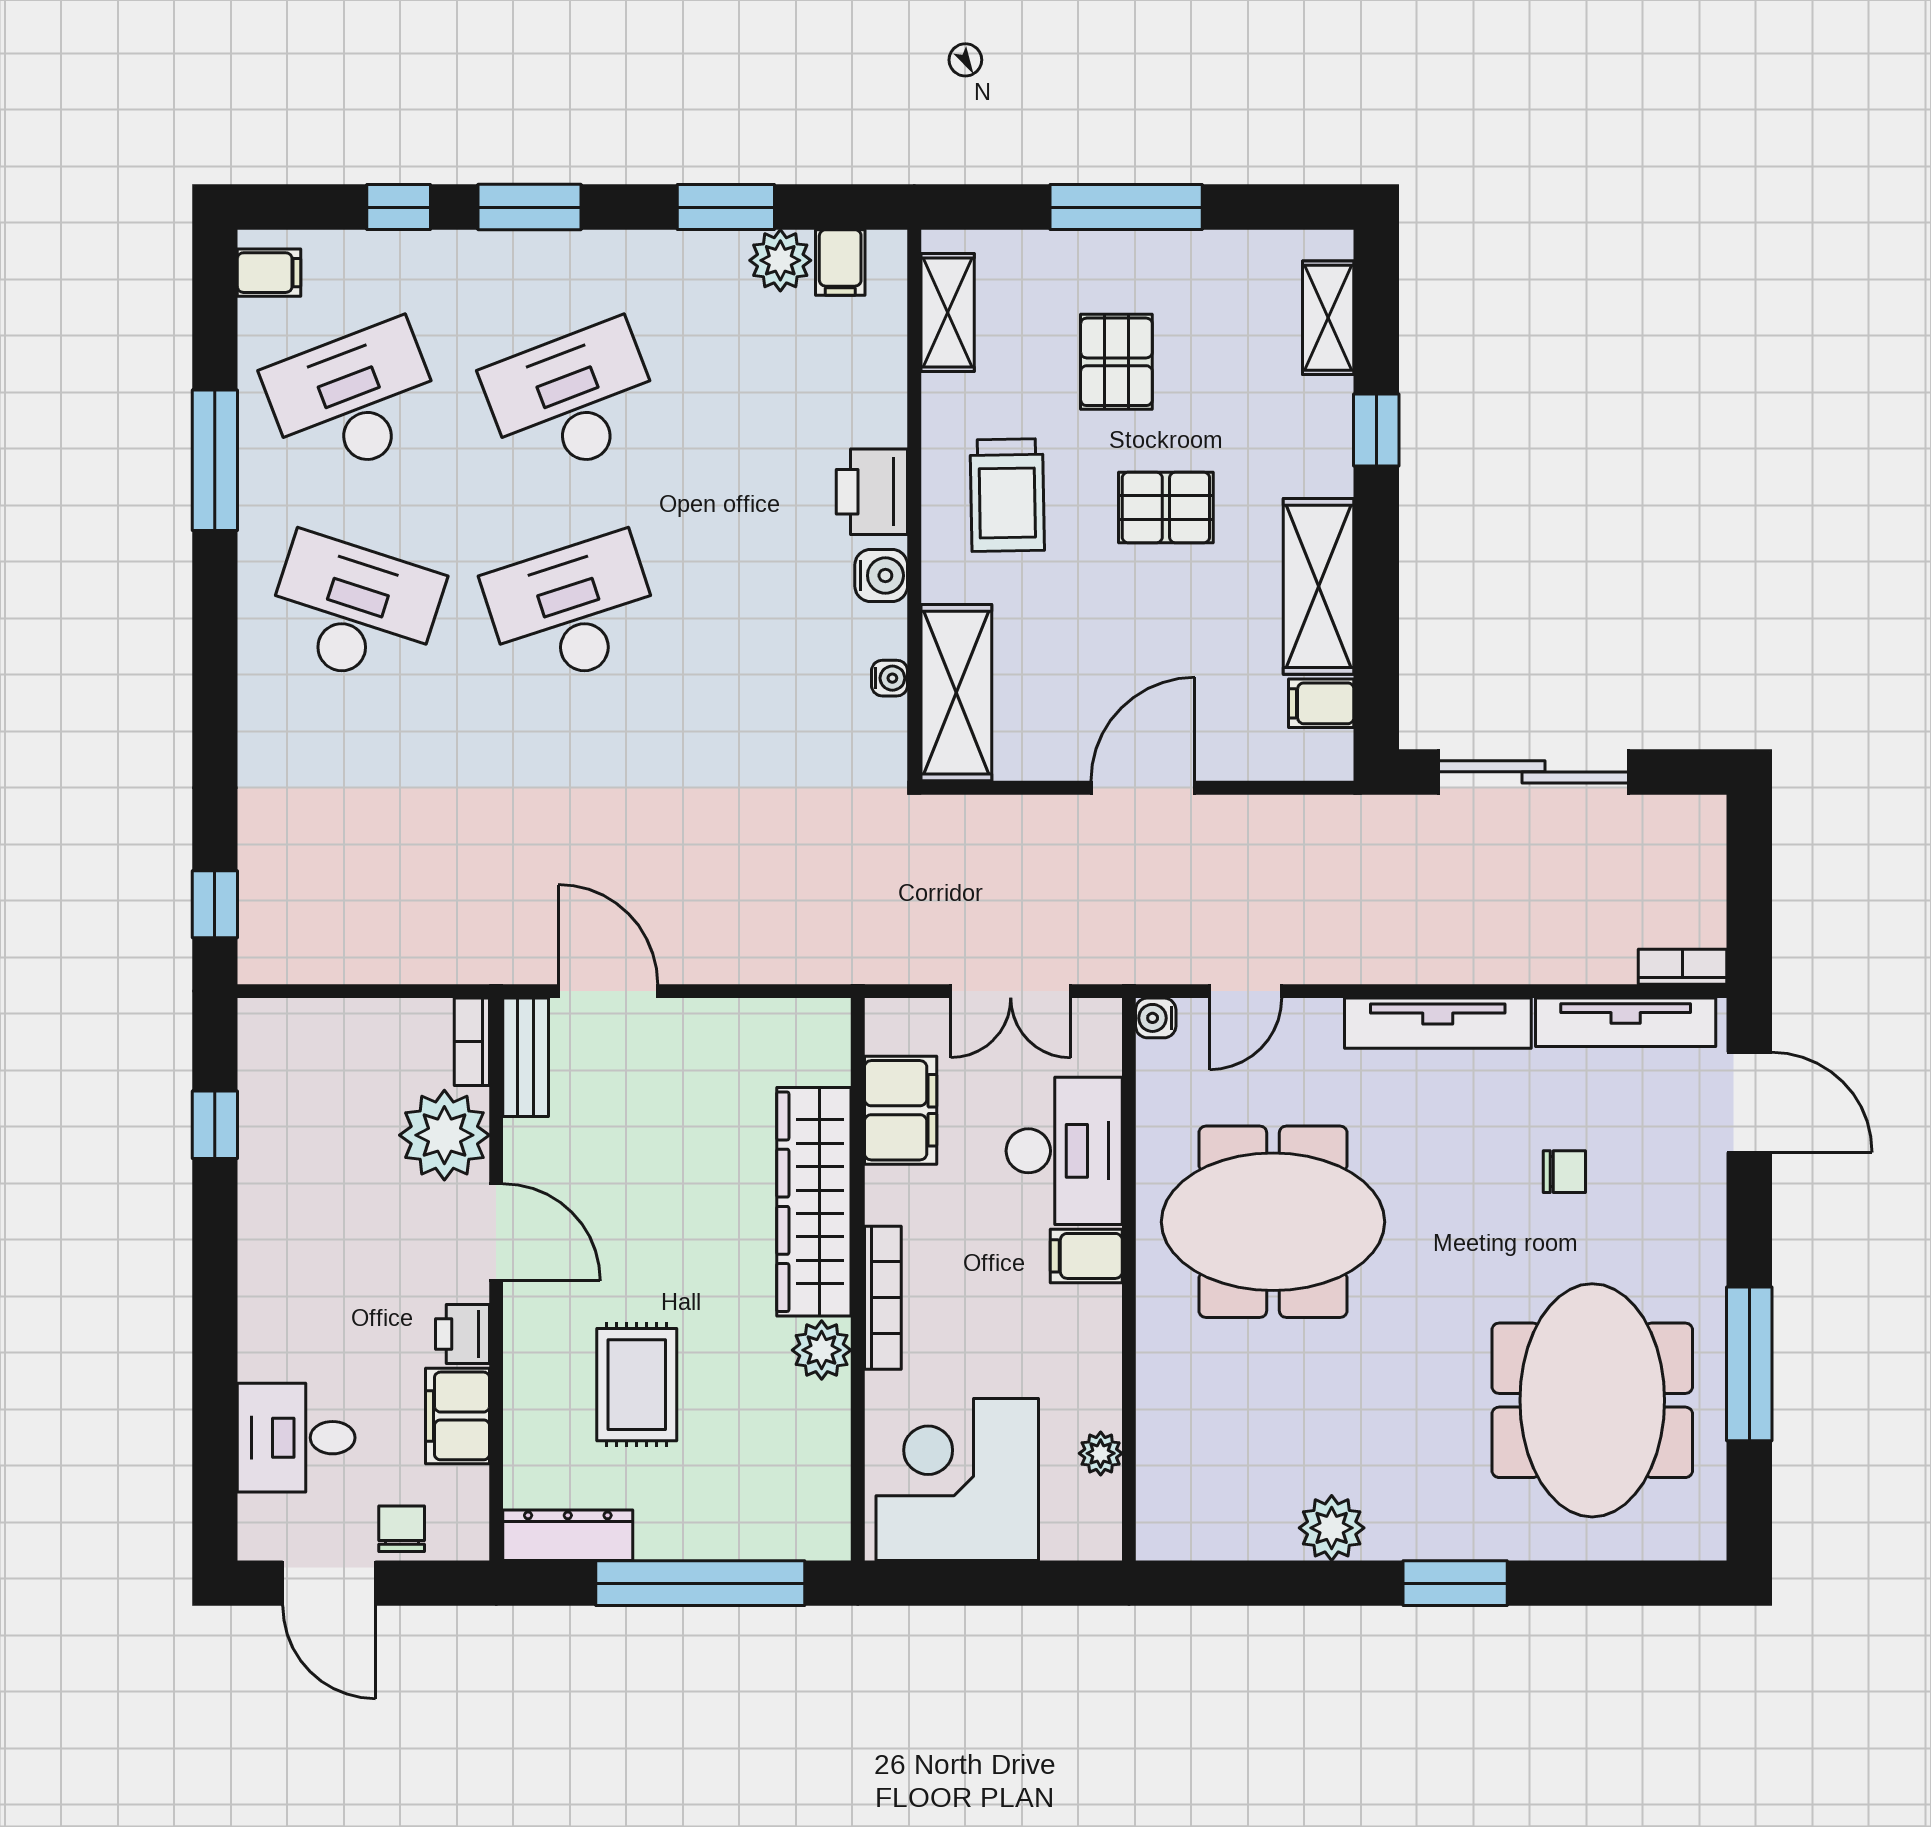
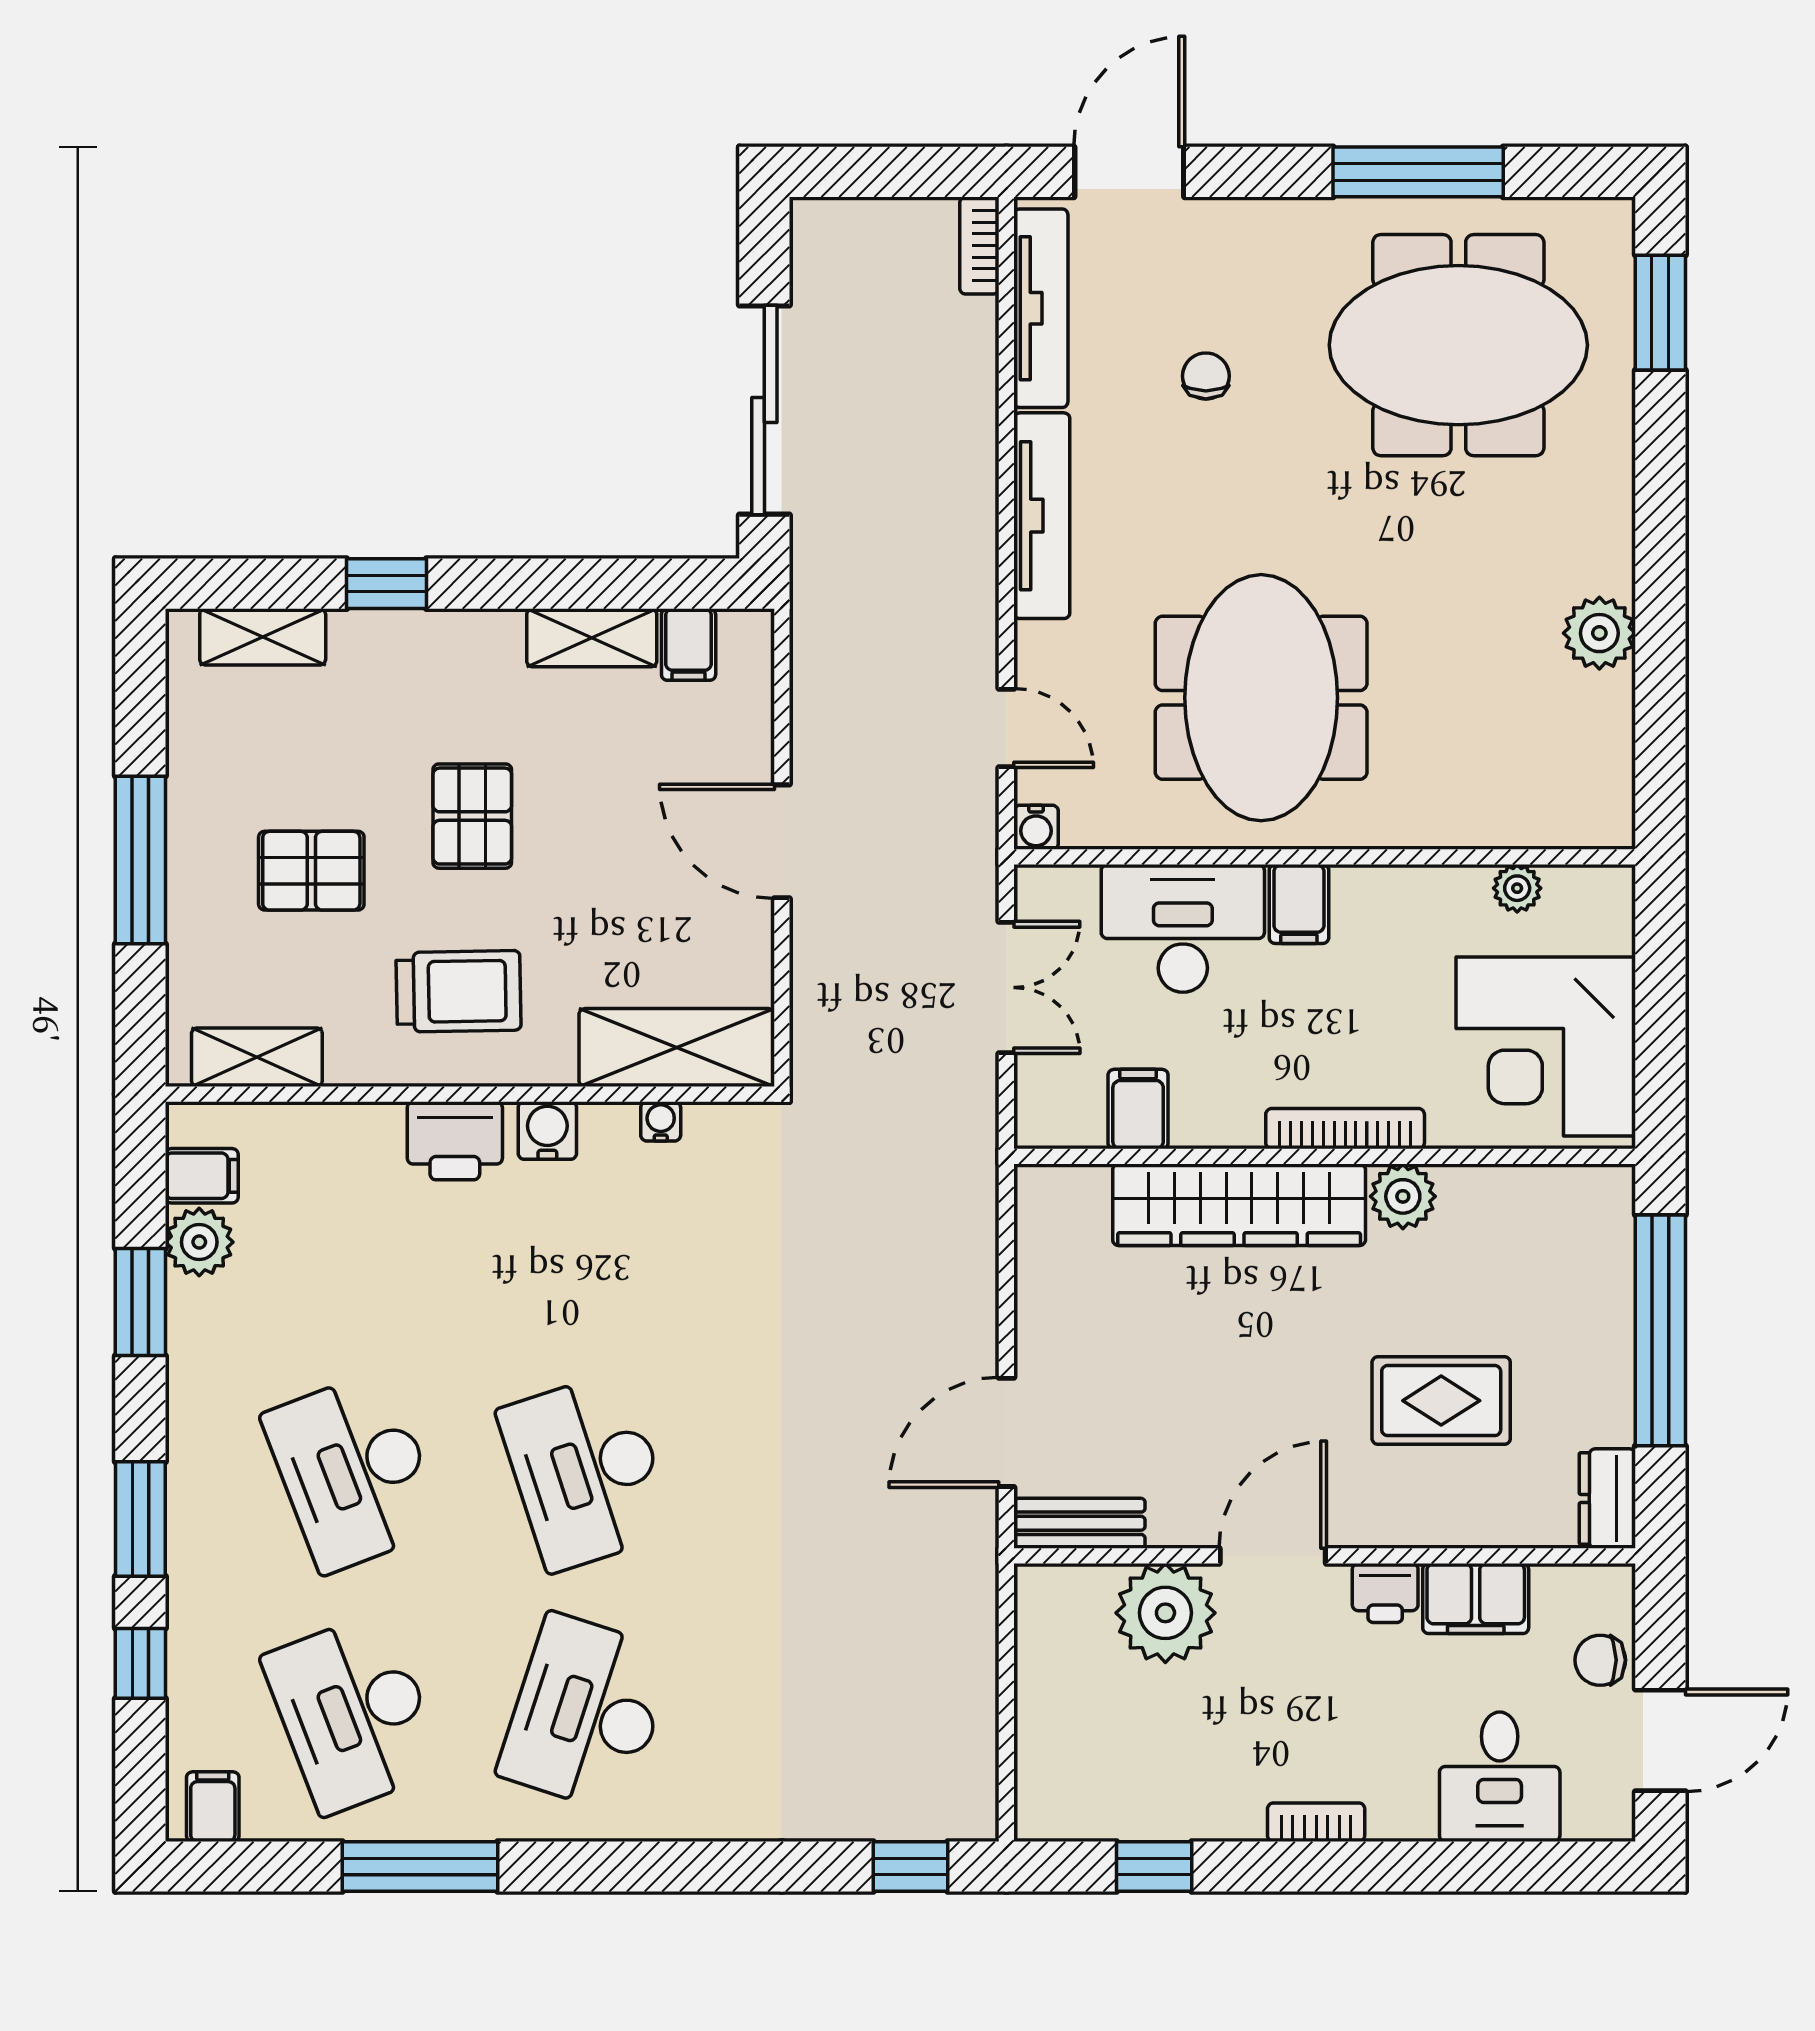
shelving: (1318, 586) -> (592, 638), width x0.67, depth x0.75
bookcase: (472, 1042) -> (1316, 1822), moved, turned 180
filing cabinet: (901, 1110) -> (1138, 1109), width x0.50
dresser: (568, 1535) -> (1607, 1498), width x0.70
window: (1455, 1583) -> (1660, 313), moved

